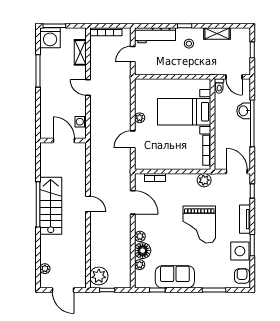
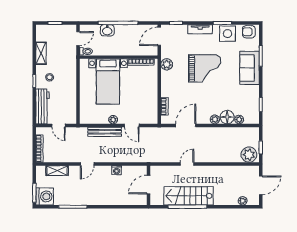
bench: (125, 108) -> (105, 132), added
wall: (63, 140) -> (149, 185), moved
door: (64, 140) -> (149, 185), moved
sofa: (175, 277) -> (250, 68), moved

